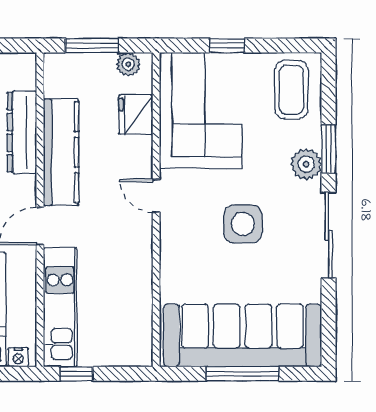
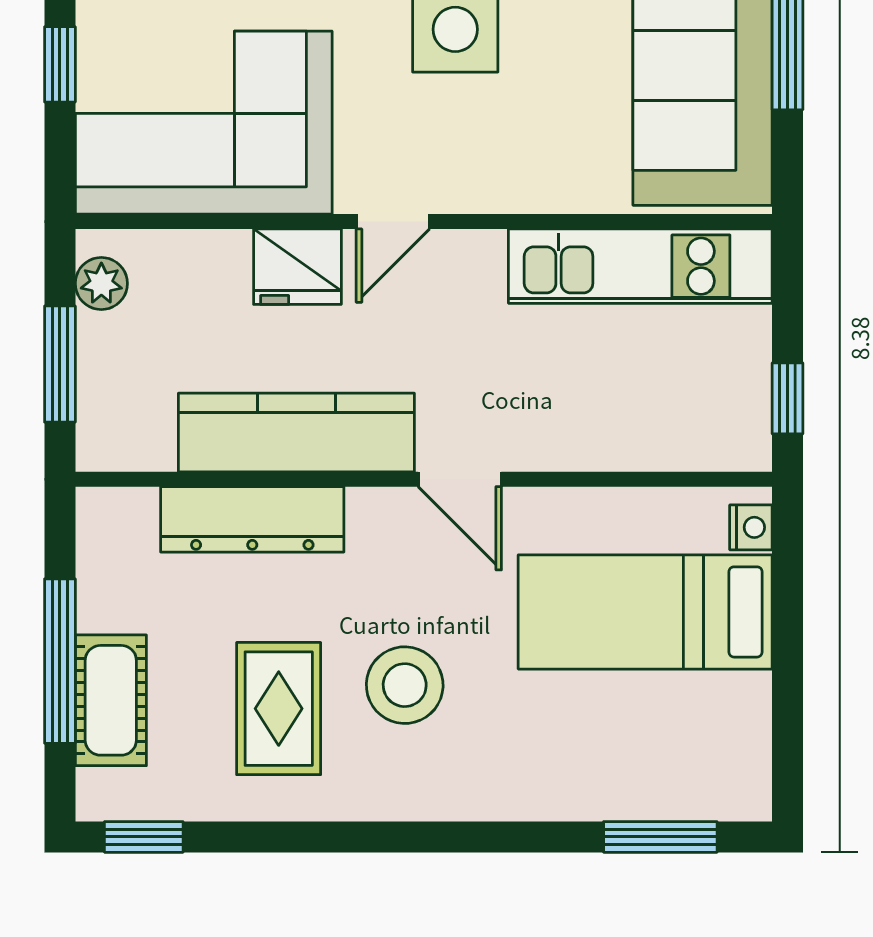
fridge: (136, 115) -> (297, 267), moved
kitchen unit: (60, 307) -> (640, 266), moved, turned 180

